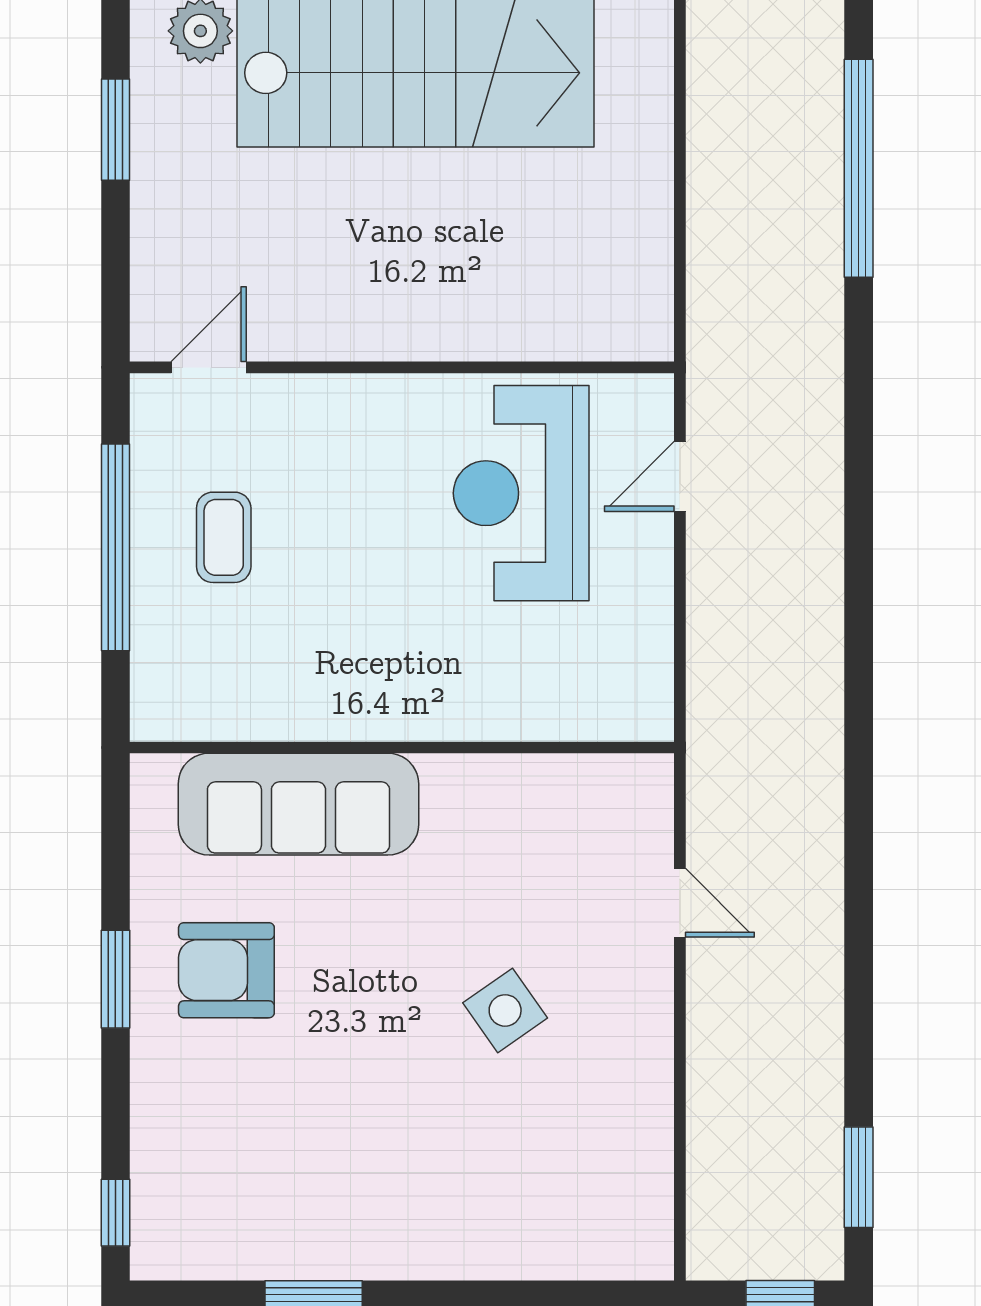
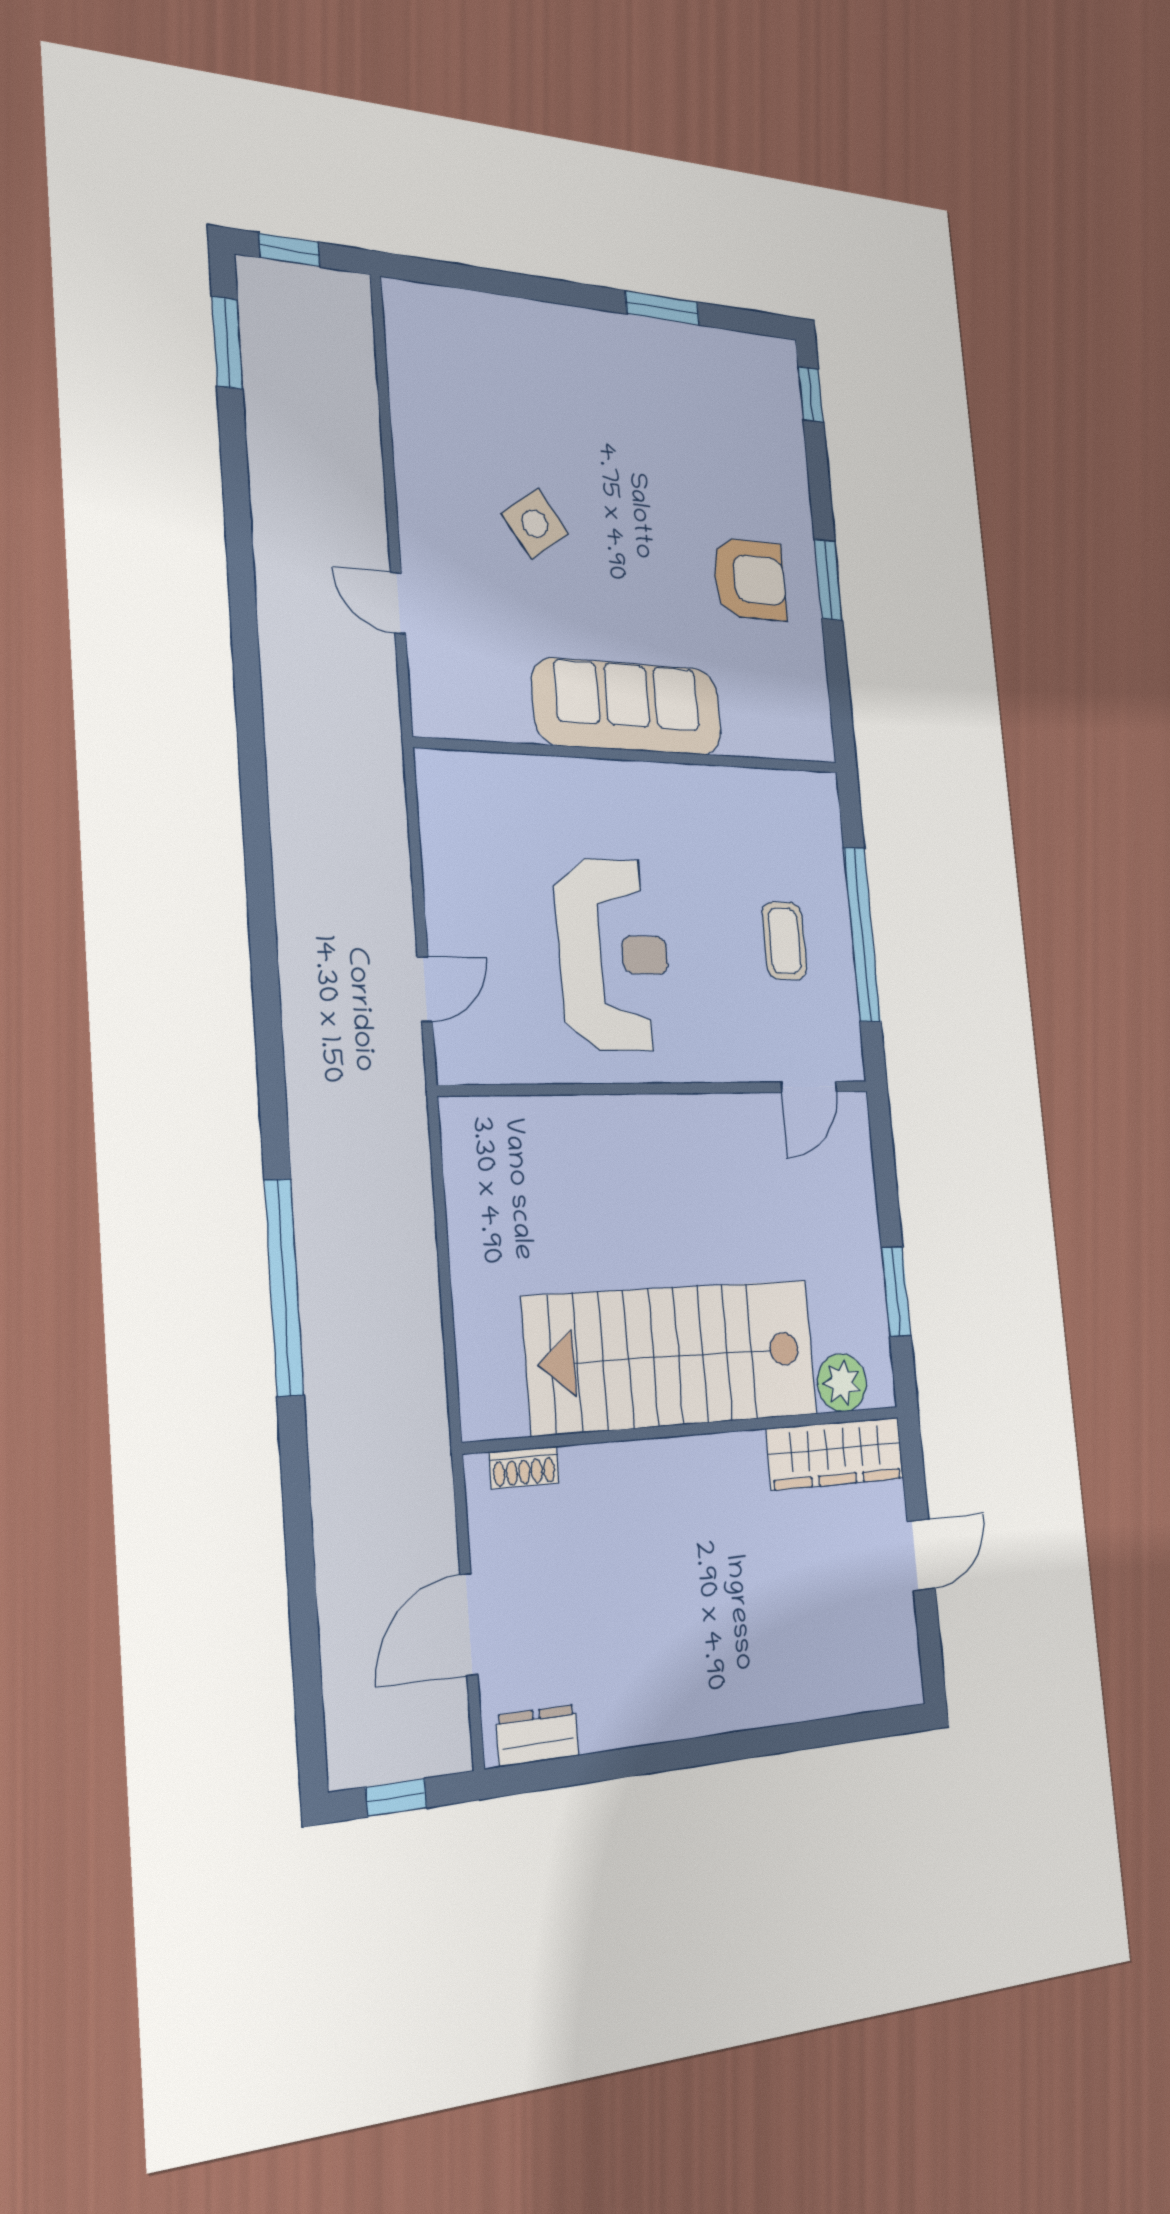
reception desk: (521, 493) -> (614, 955), moved
sofa: (298, 804) -> (628, 707), moved

